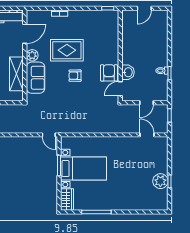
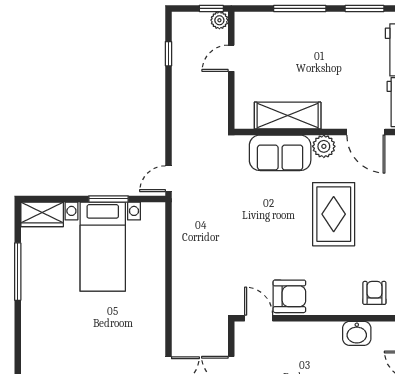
washbasin: (128, 72) -> (357, 333), moved
armchair: (75, 76) -> (374, 293), moved

